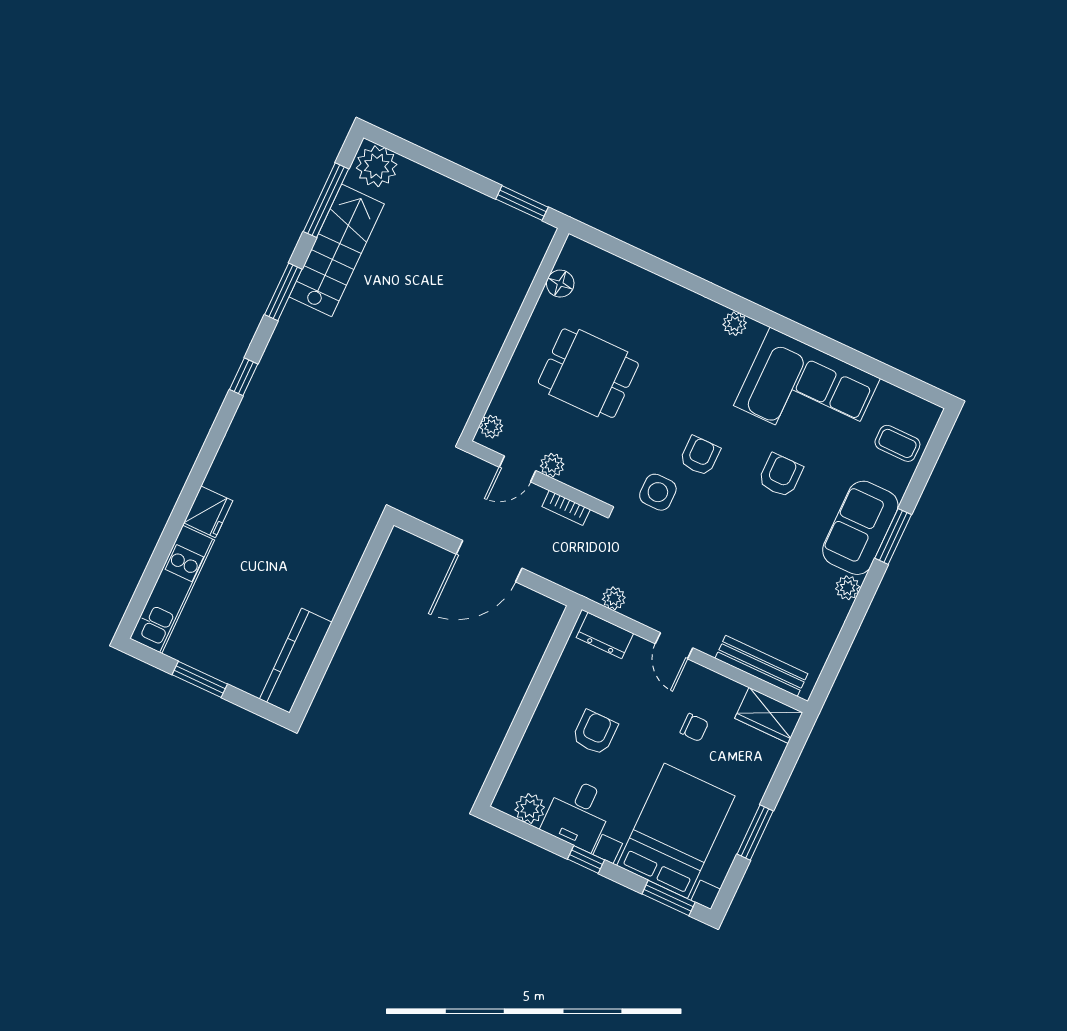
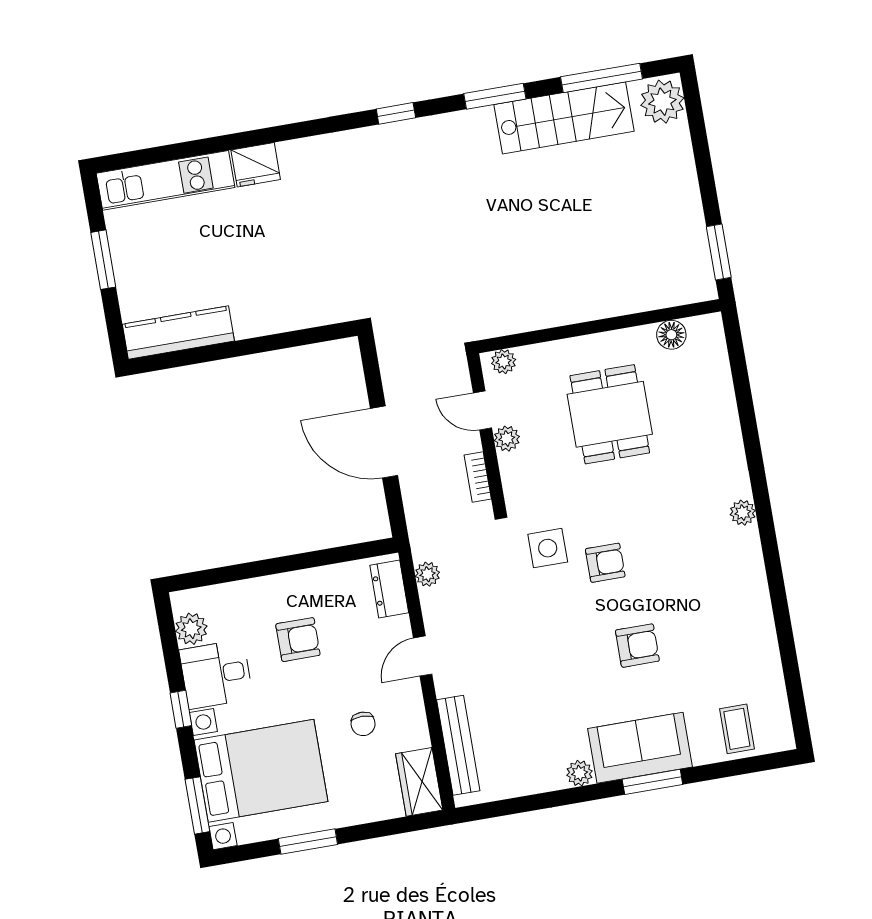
corner sofa: (807, 392) -> (727, 618), removed

